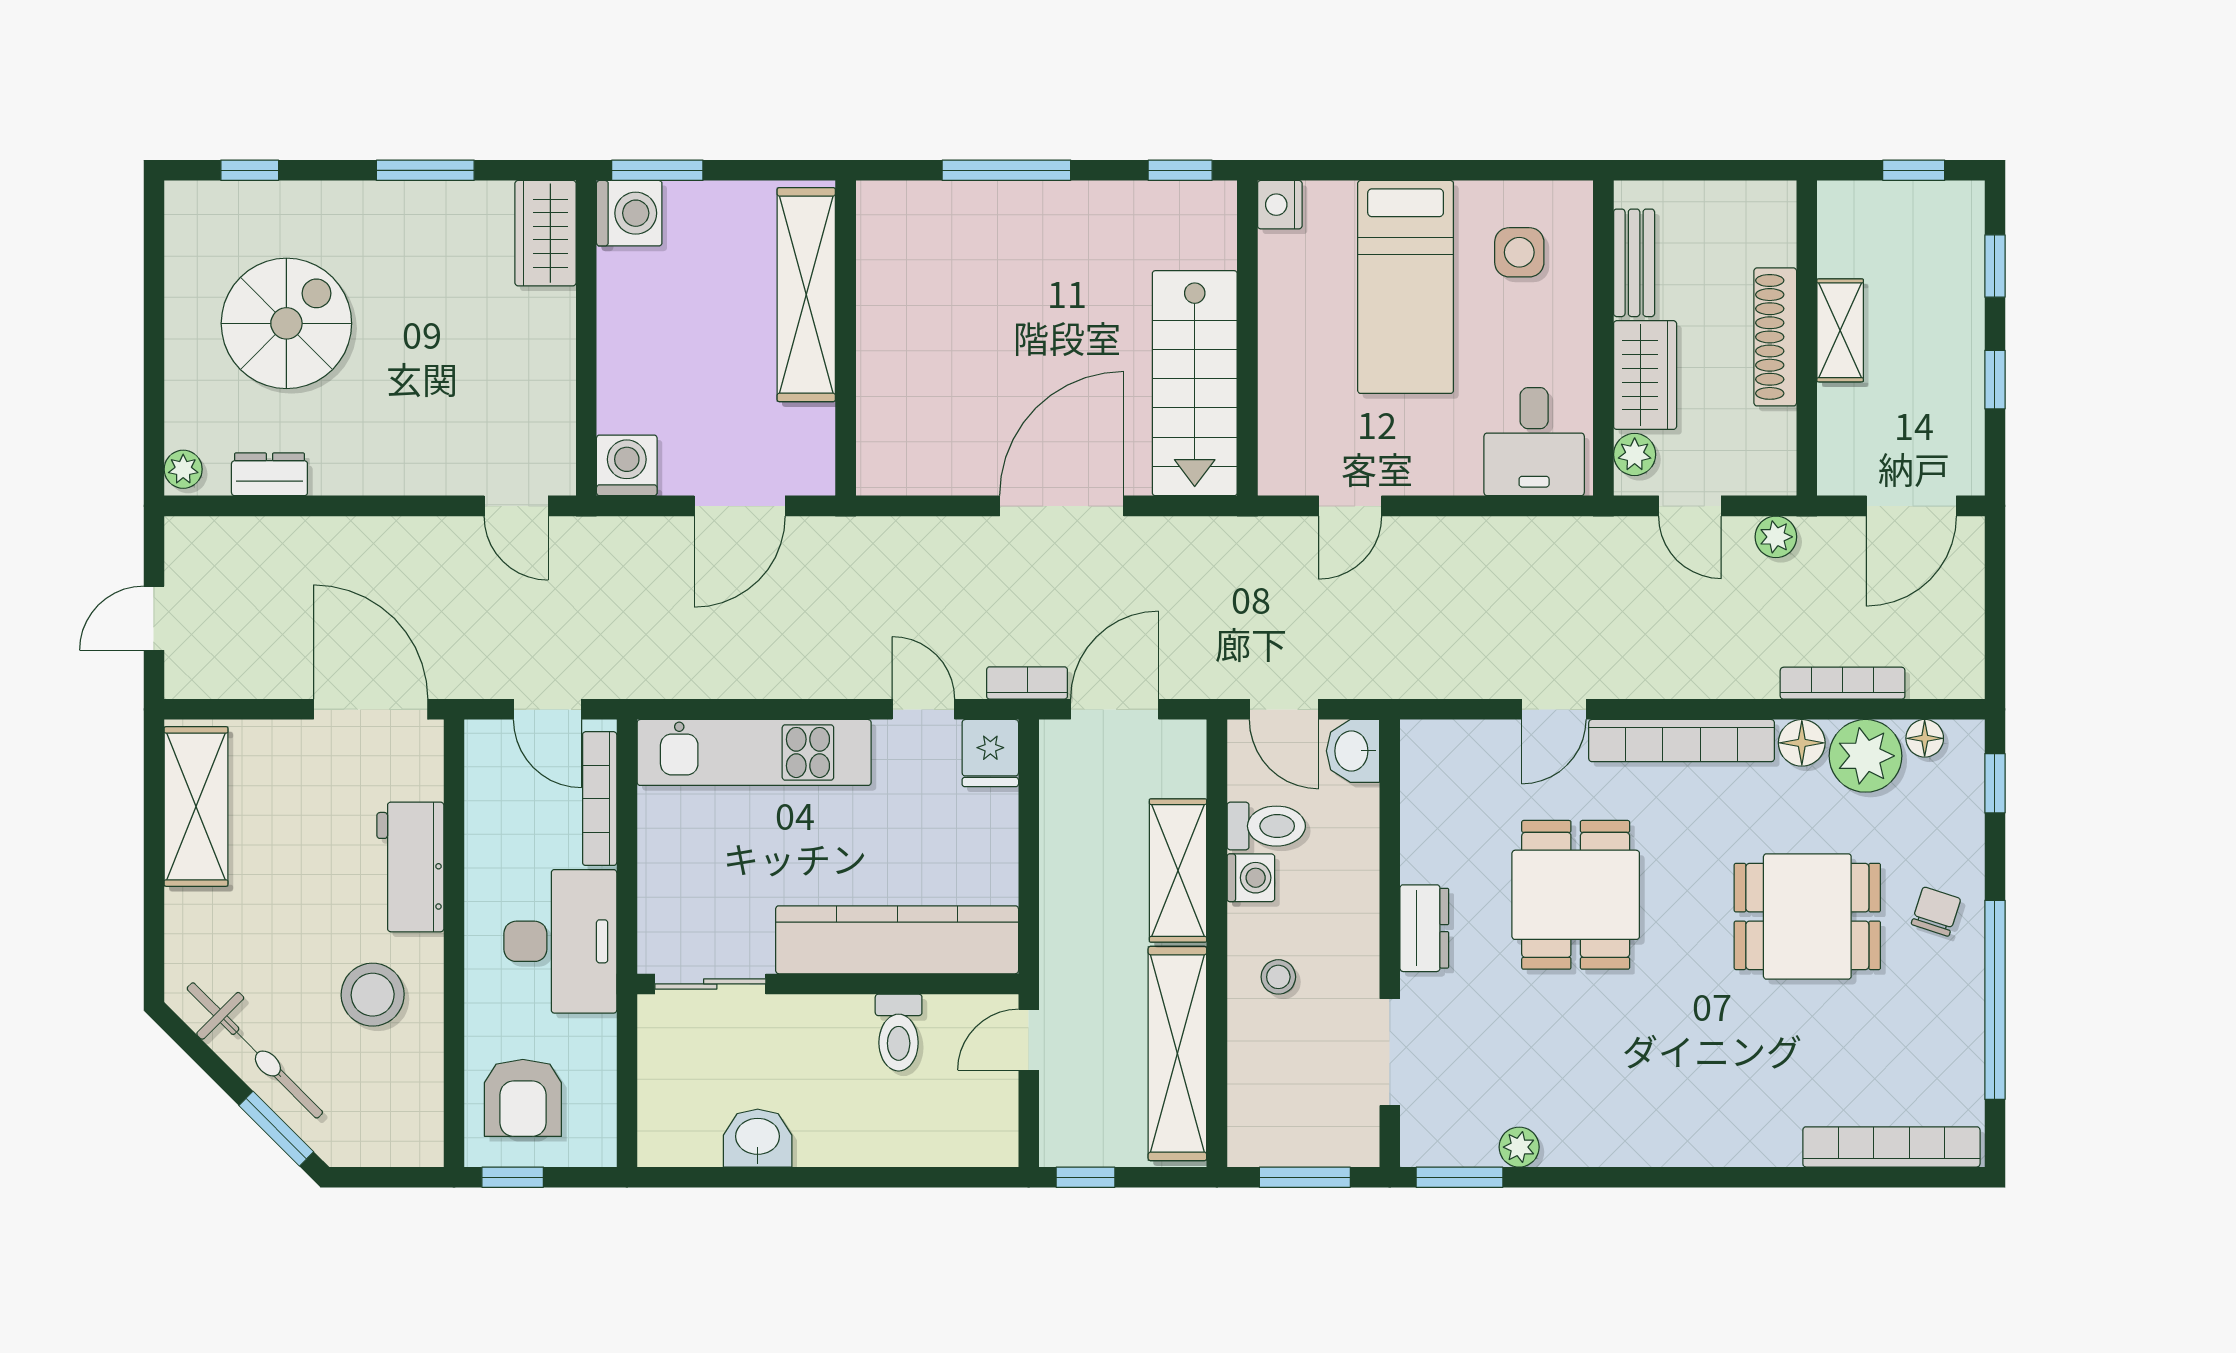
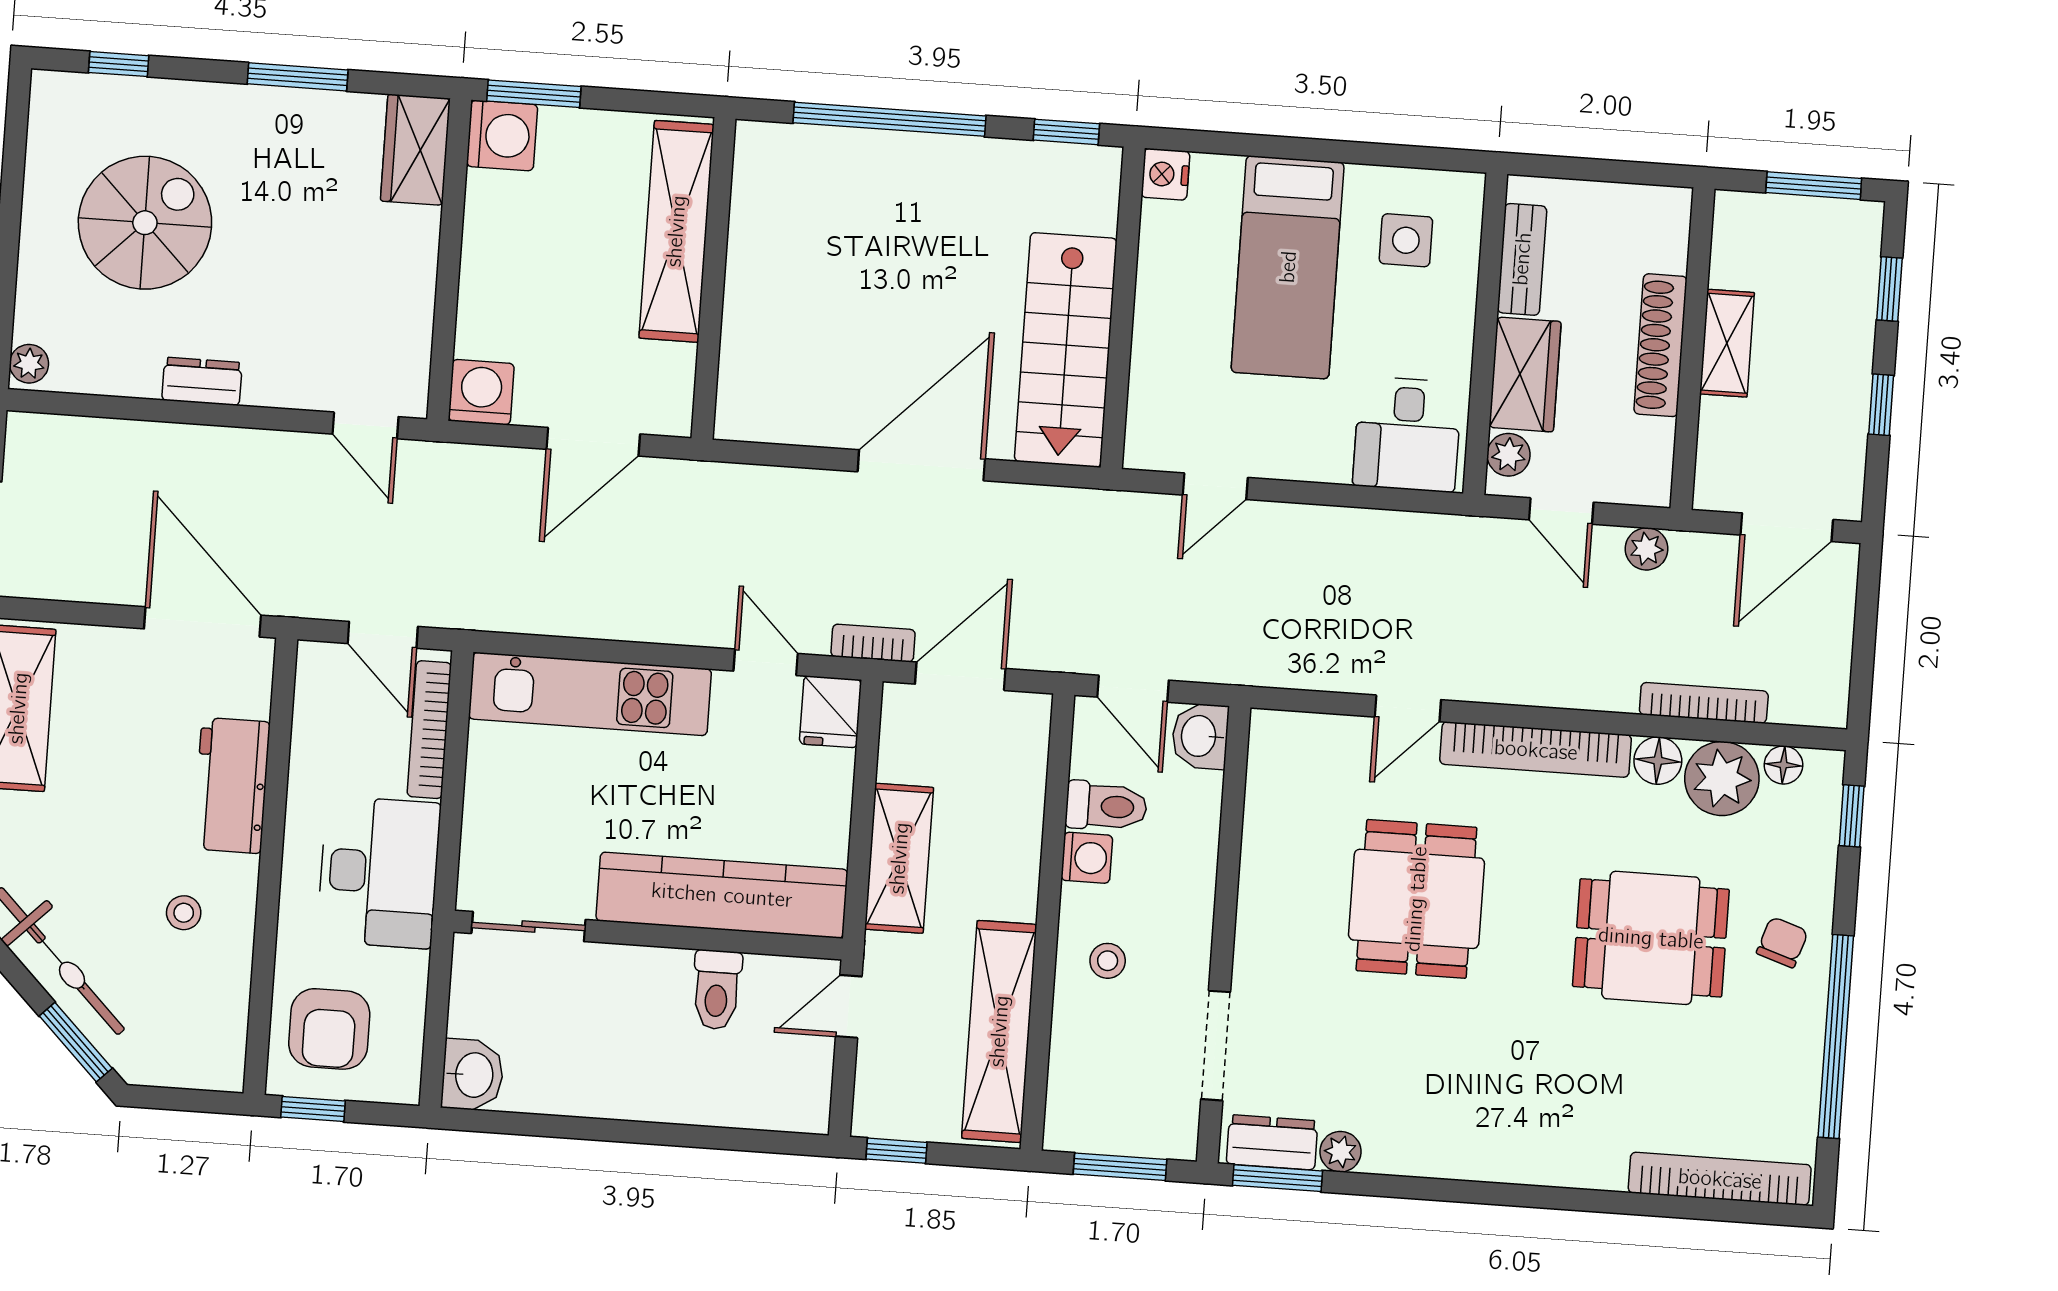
window: (1006, 170) -> (890, 119), width x1.46
window: (1914, 170) -> (1814, 186), width x1.50
dresser: (269, 474) -> (202, 381), moved
shelving: (1178, 870) -> (899, 858), moved
dresser: (1424, 928) -> (1272, 1142), moved, turned -90
stool: (373, 995) -> (184, 913), width x0.53, depth x0.53
washbasin: (758, 1138) -> (473, 1075), moved, turned 90

